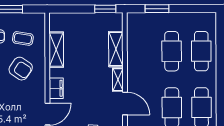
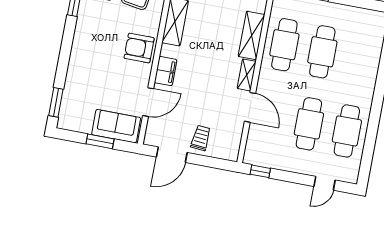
cafe table: (201, 51) -> (284, 45), moved
armchair: (21, 69) -> (139, 48), moved, turned 146

